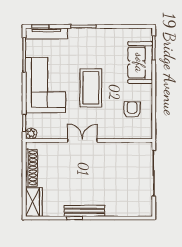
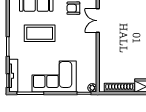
coffee table: (91, 88) -> (40, 33), moved
double door: (82, 140) -> (98, 21), moved

